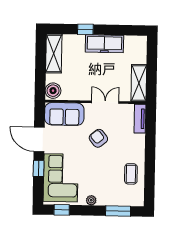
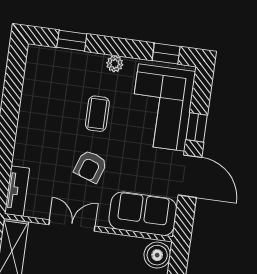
double door: (105, 102) -> (72, 225), swing flipped
armchair: (98, 138) -> (90, 166), turned 58
coffee table: (131, 174) -> (97, 114), moved
window: (118, 211) -> (72, 41), width x0.67

